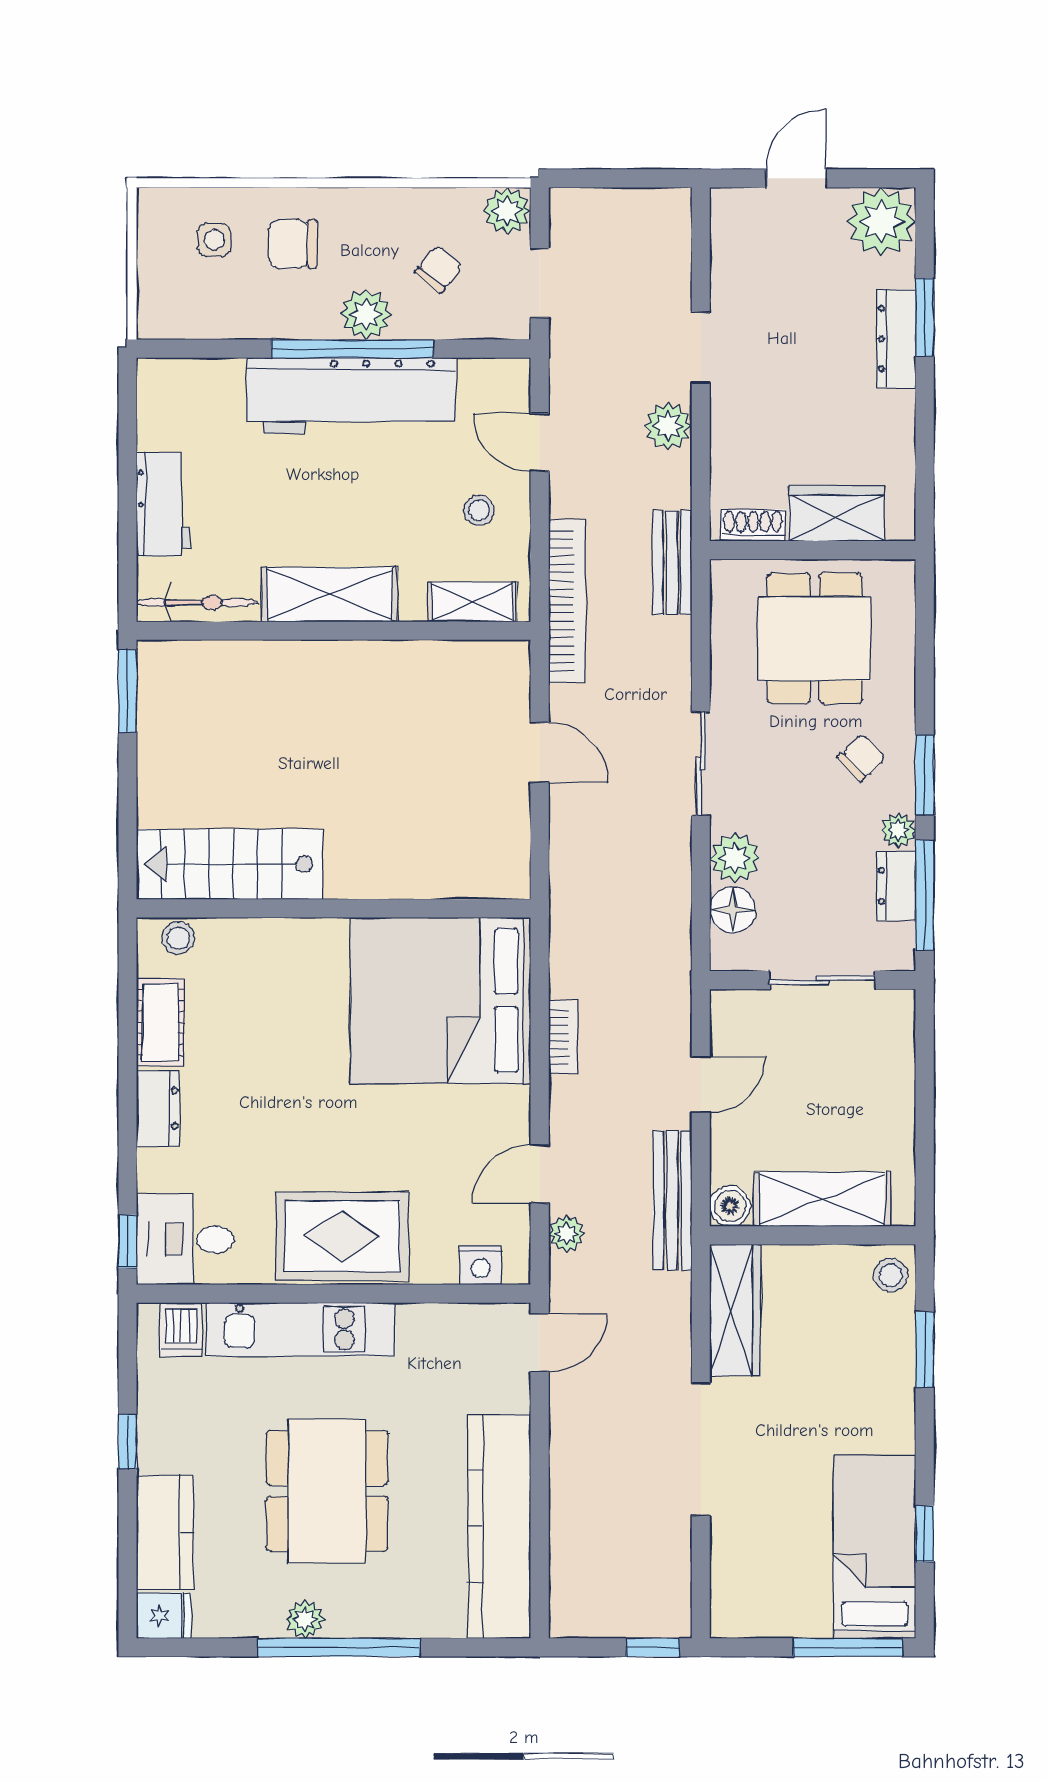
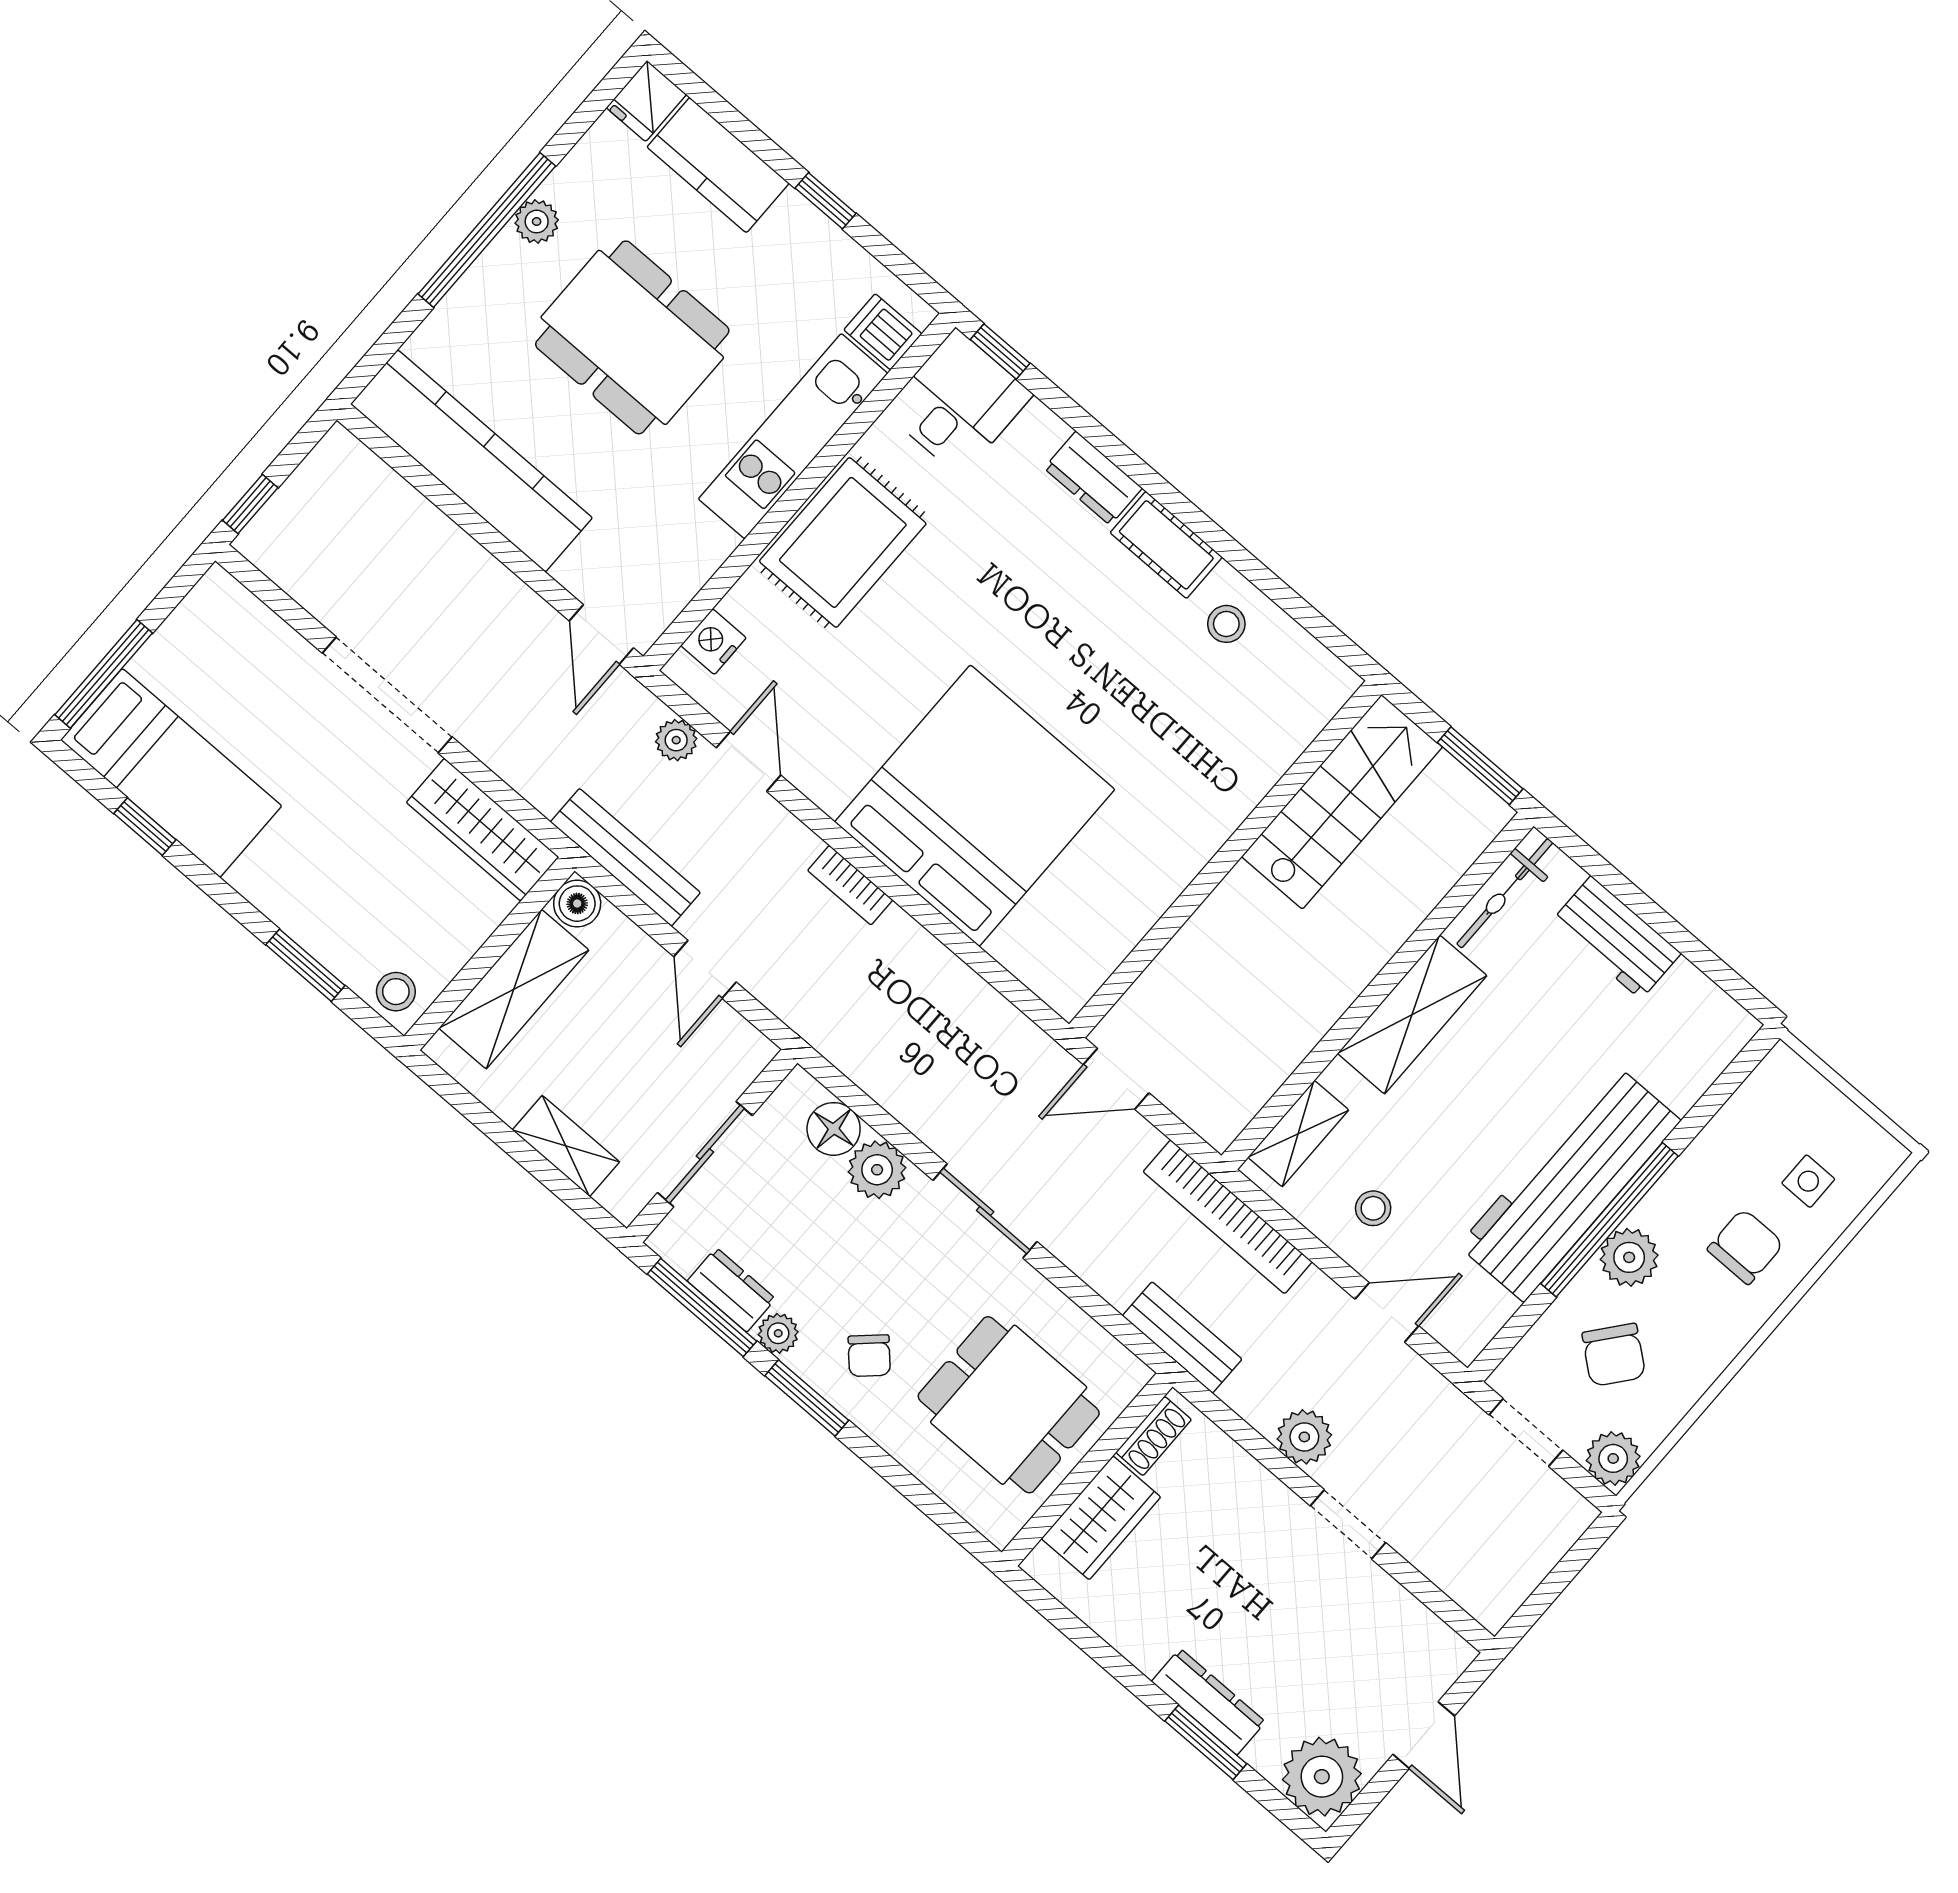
chair: (439, 269) -> (1614, 1355), width x1.37, depth x1.37
stairs: (230, 864) -> (1342, 802), moved
wall: (334, 908) -> (1225, 859), moved
shelving: (896, 1076) -> (566, 1146), added

